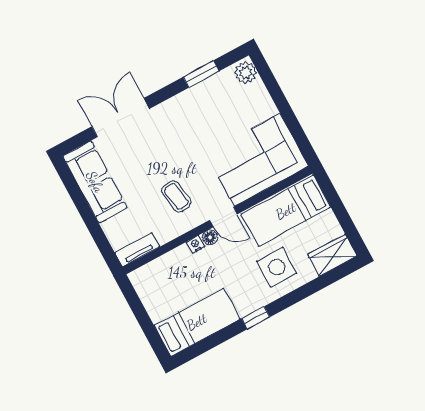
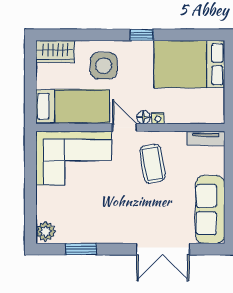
coffee table: (176, 196) -> (153, 164), width x1.36, depth x1.30
bed: (197, 322) -> (189, 64), width x1.50

